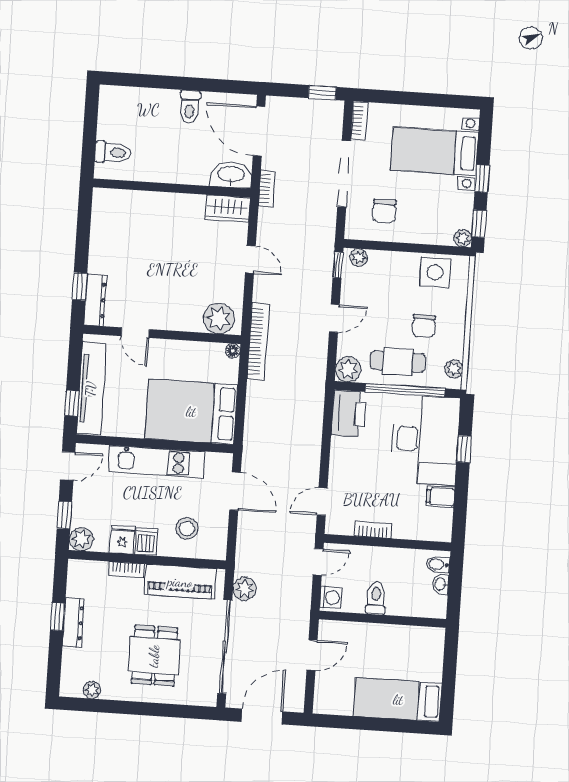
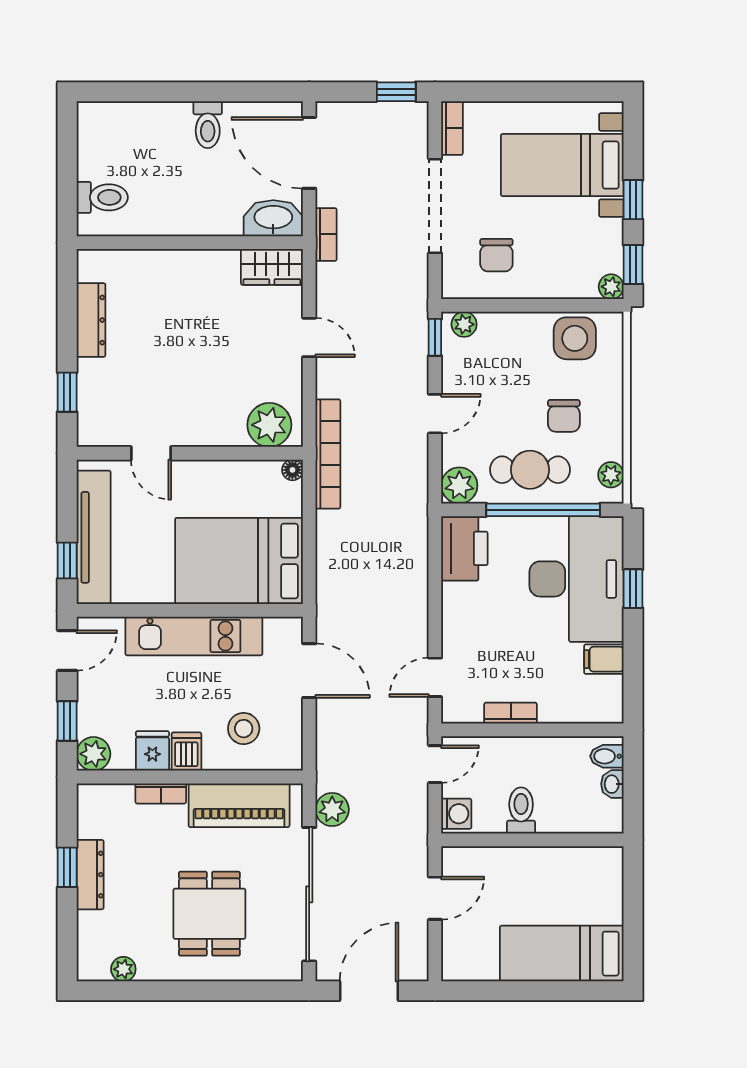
dresser: (95, 300) -> (91, 320), moved

